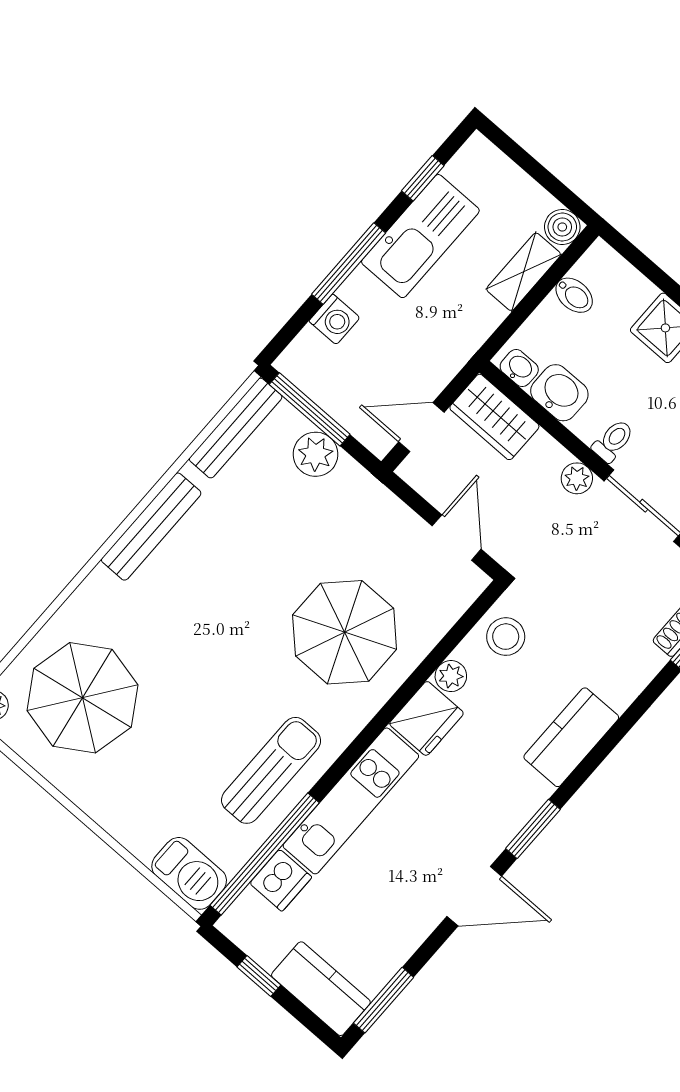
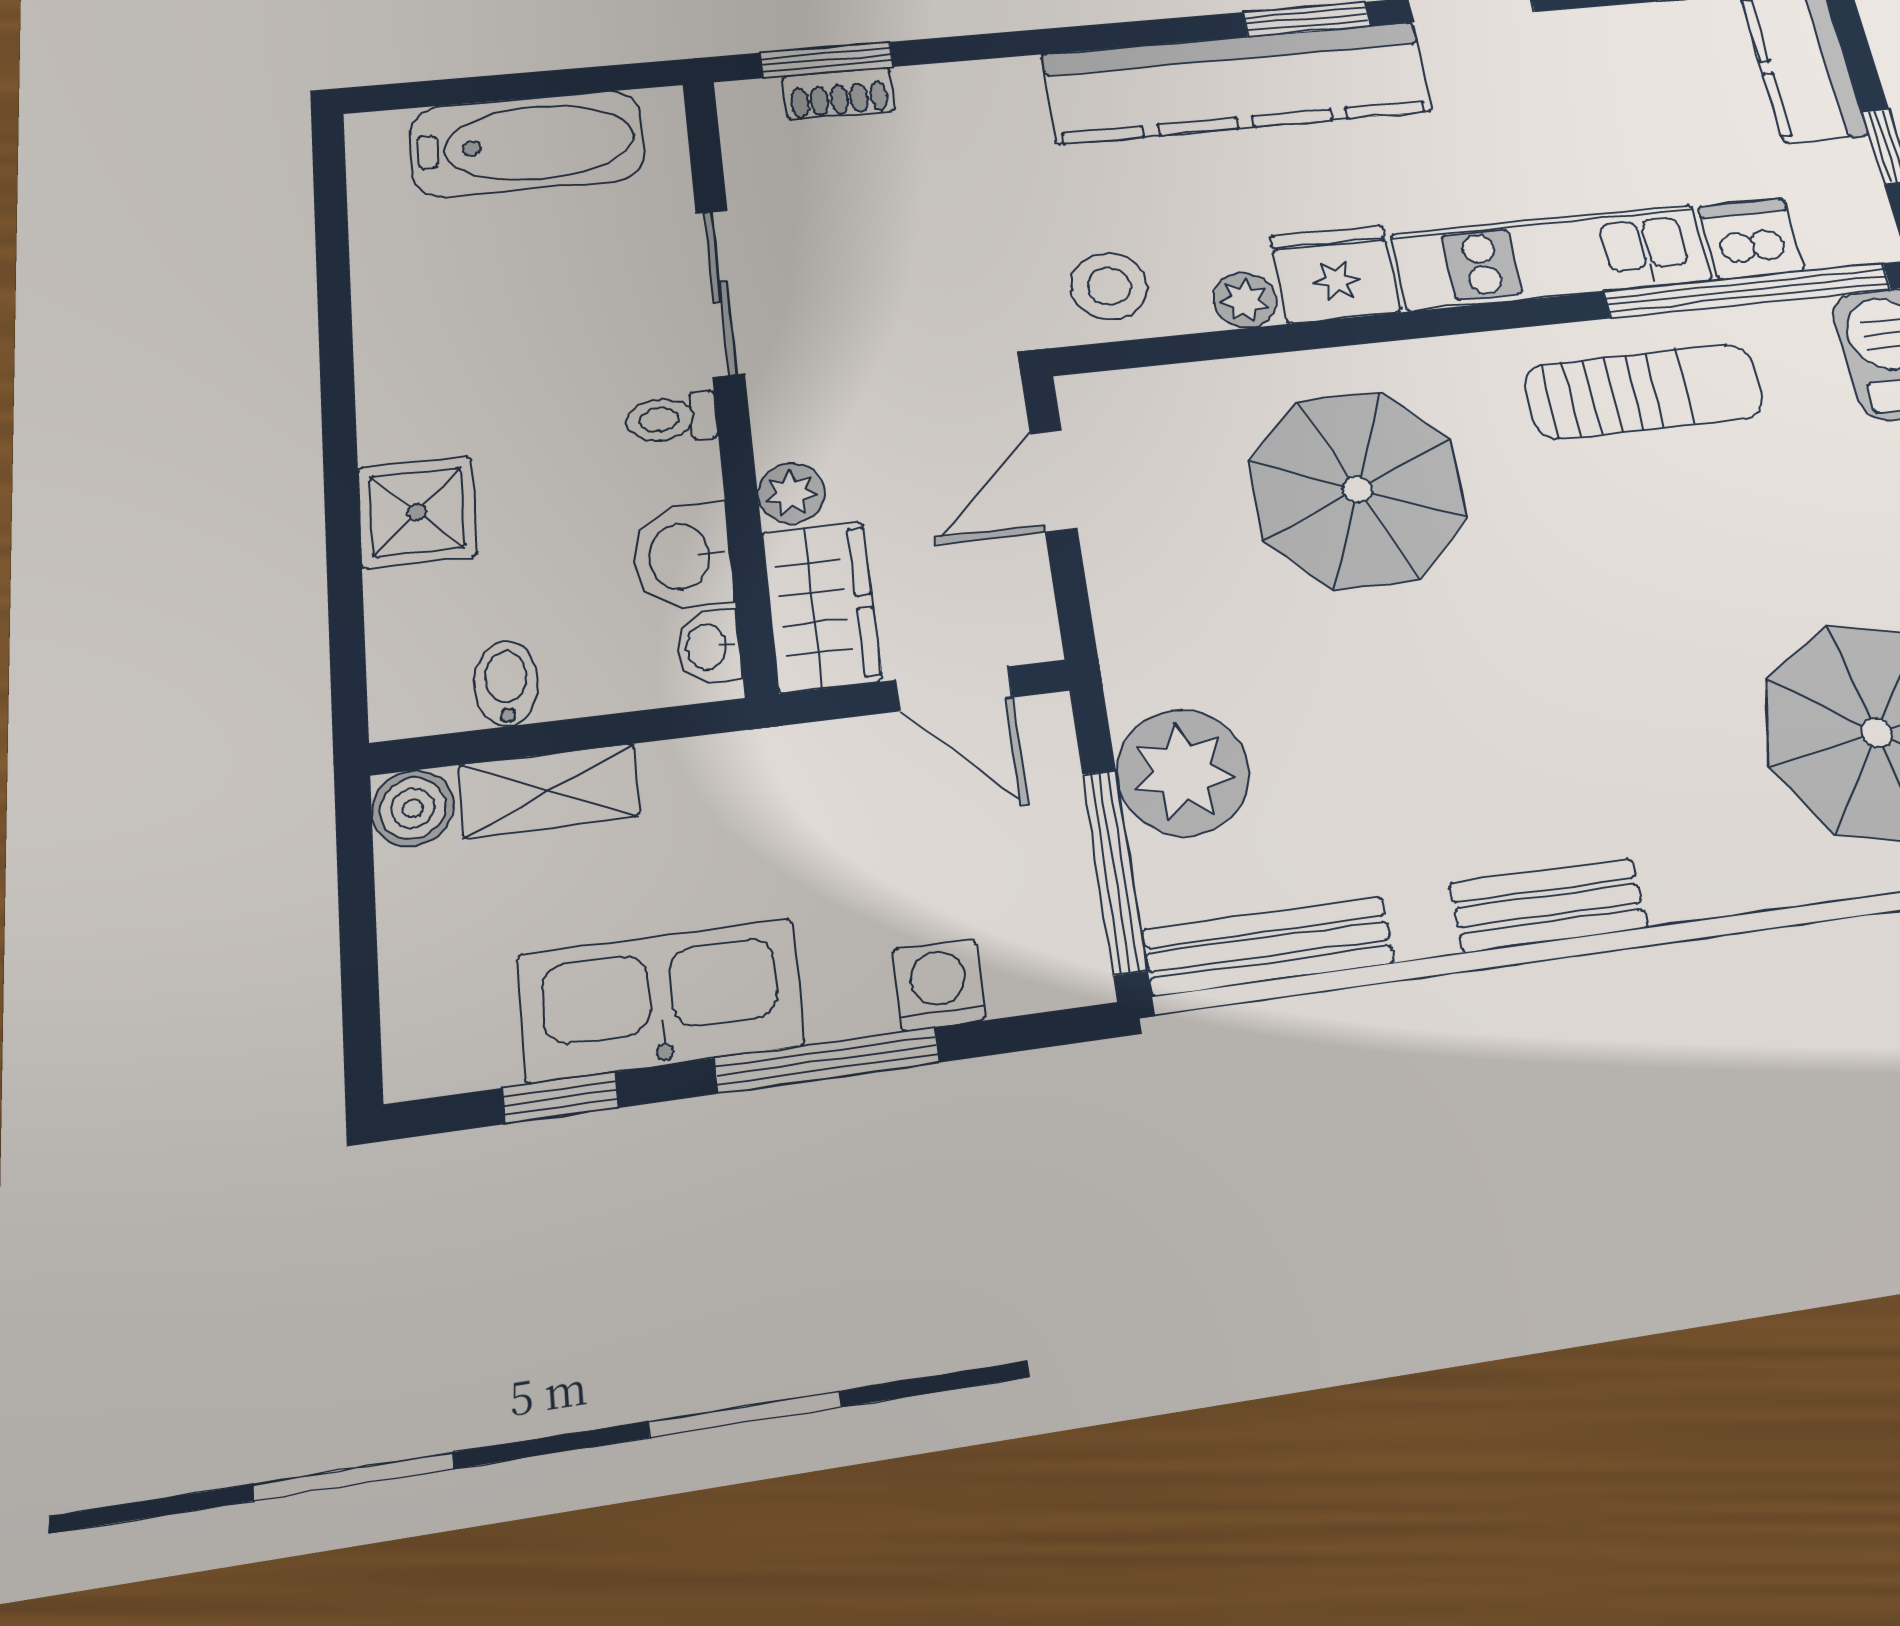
plant: (316, 454) -> (1183, 773), width x1.36, depth x1.36
plant: (577, 478) -> (791, 493), moved
bench: (151, 527) -> (1548, 906), width x0.73
kitchen counter: (571, 737) -> (1237, 83), width x2.08, depth x1.17
sun lounger: (271, 770) -> (1644, 392), turned 180

